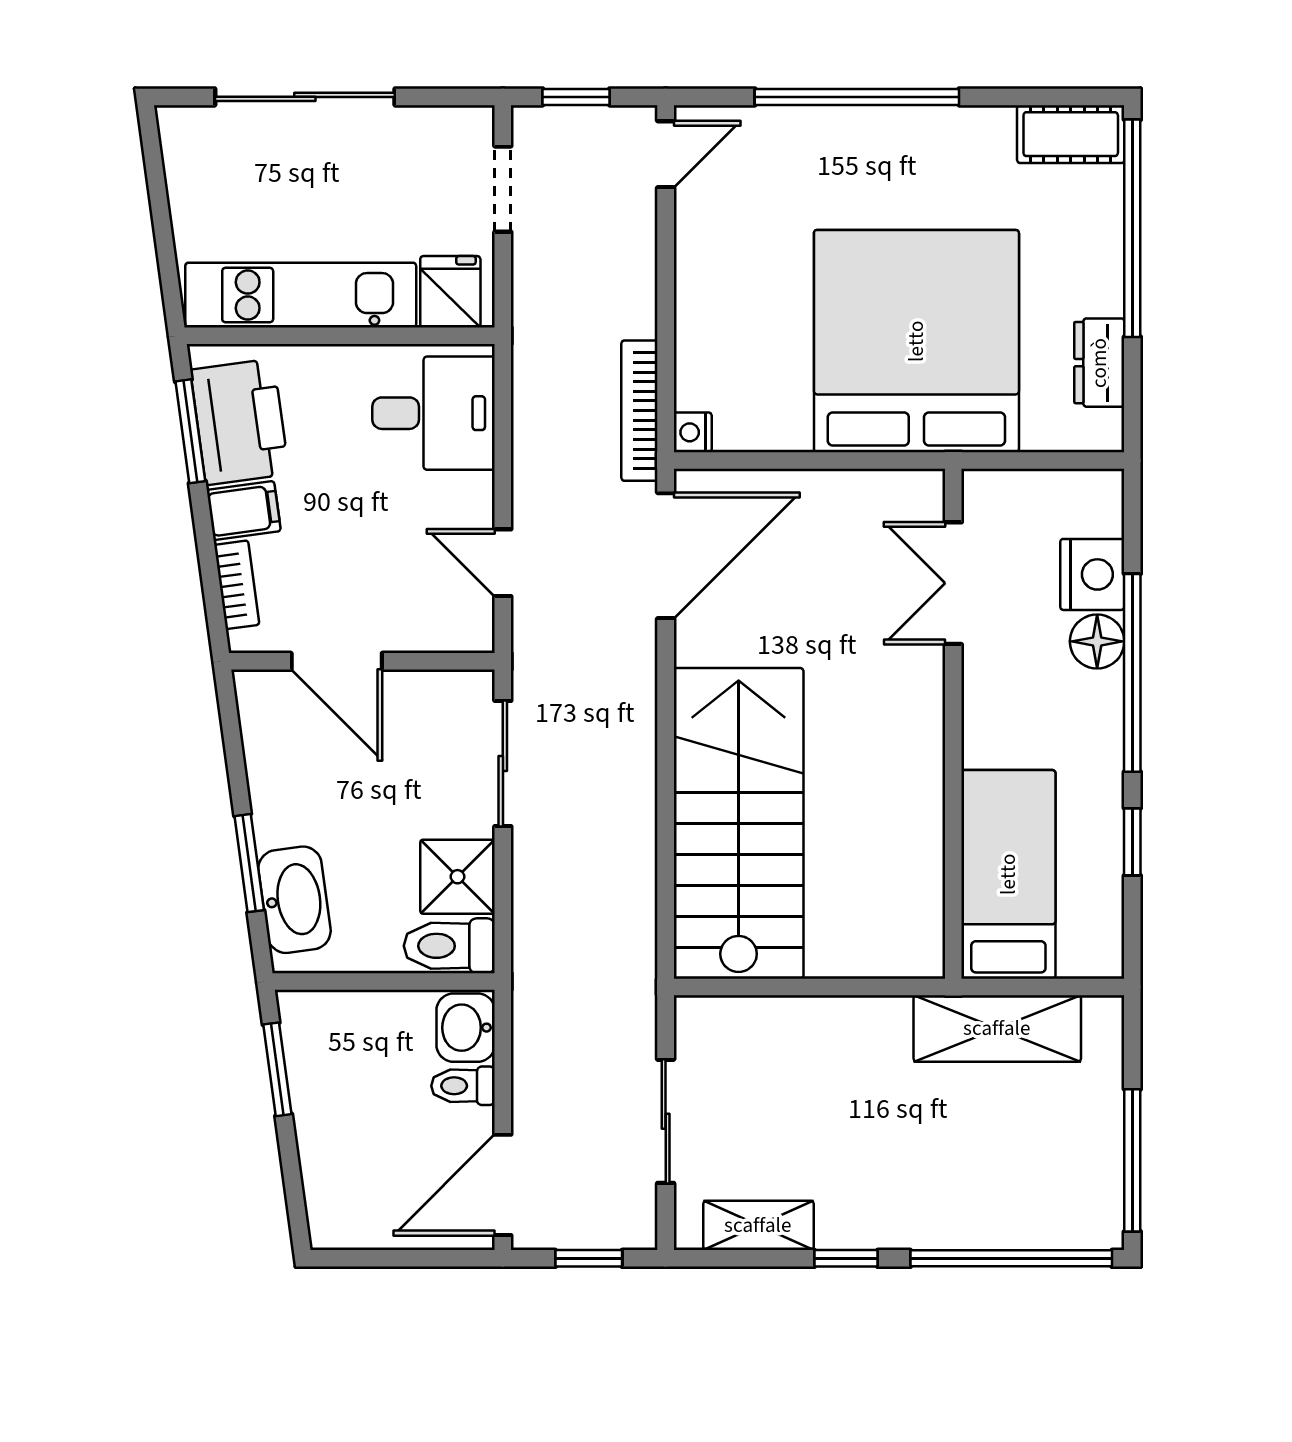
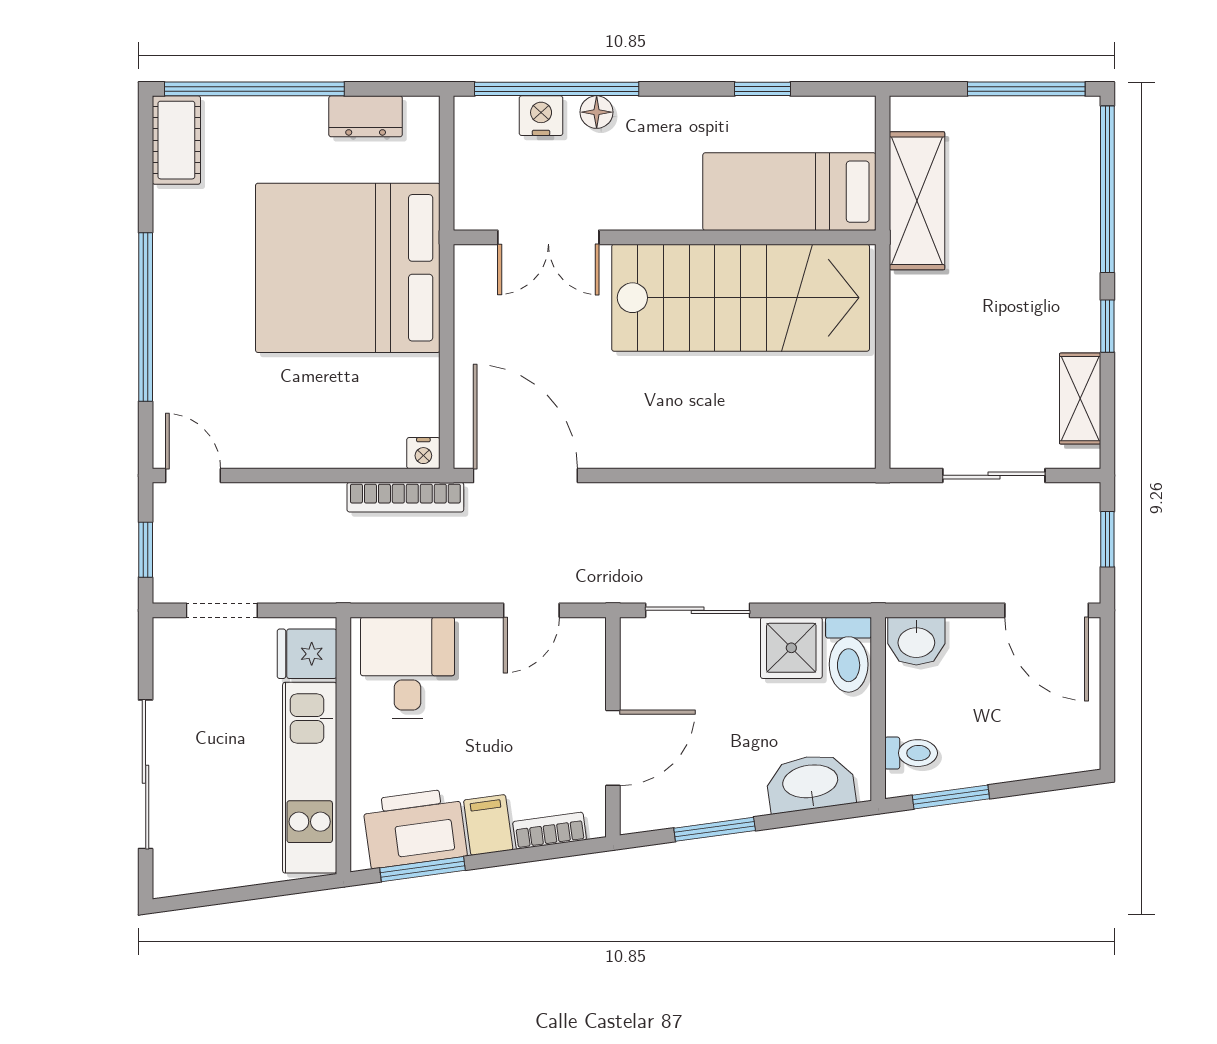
nightstand: (1092, 574) -> (541, 116), width x0.74, depth x0.75
floor lamp: (1097, 641) -> (597, 112), width x0.73, depth x0.73
window: (1132, 673) -> (557, 89), moved
stairs: (739, 823) -> (741, 298), moved, turned 180
window: (249, 863) -> (715, 829), moved
toilet: (463, 1086) -> (911, 753), moved, turned -90

